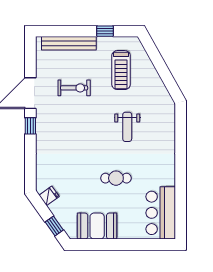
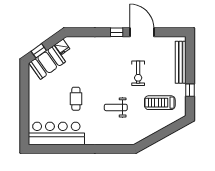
exercise bike: (74, 88) -> (138, 73), moved
bar counter: (161, 213) -> (56, 133), width x1.36
booth: (97, 226) -> (47, 62), moved, turned 55

